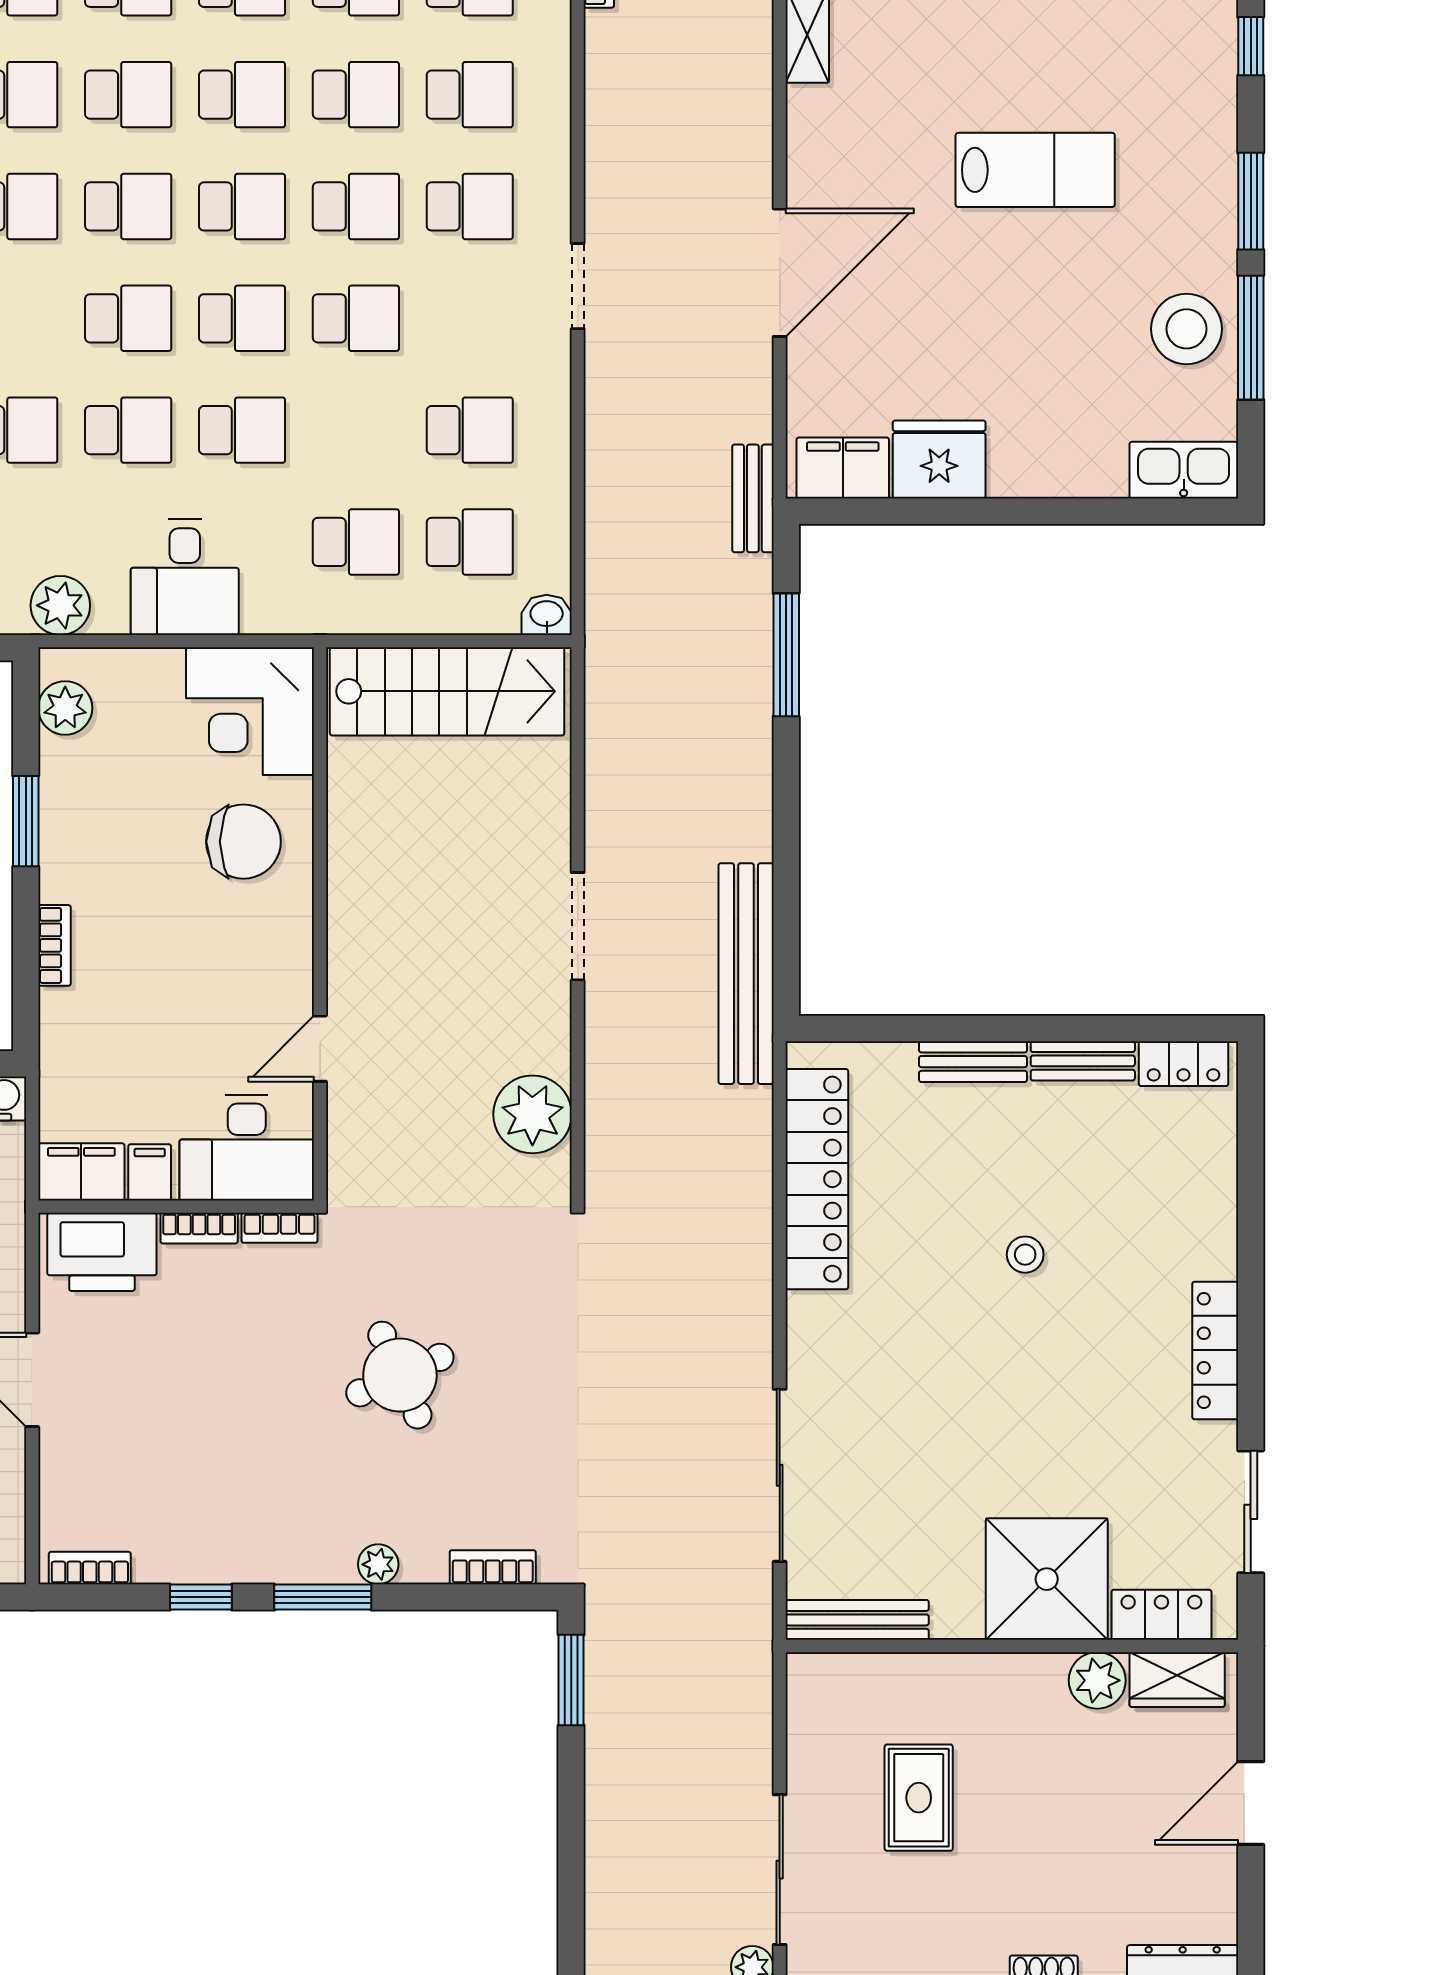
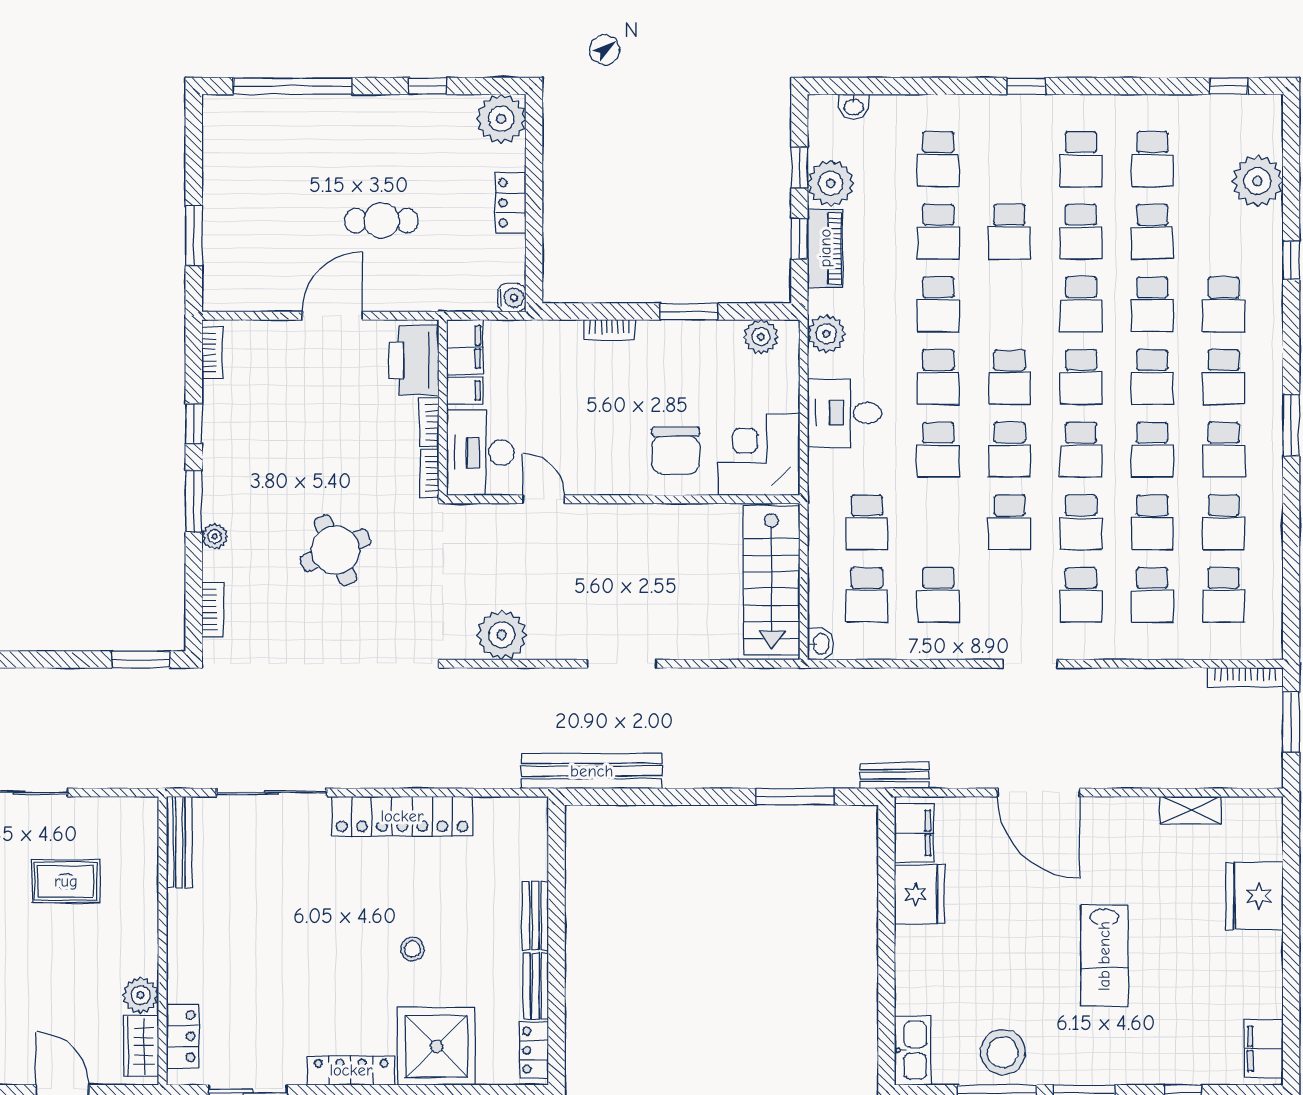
locker: (817, 1179) -> (402, 816), moved
shower: (1047, 1579) -> (436, 1046), moved

